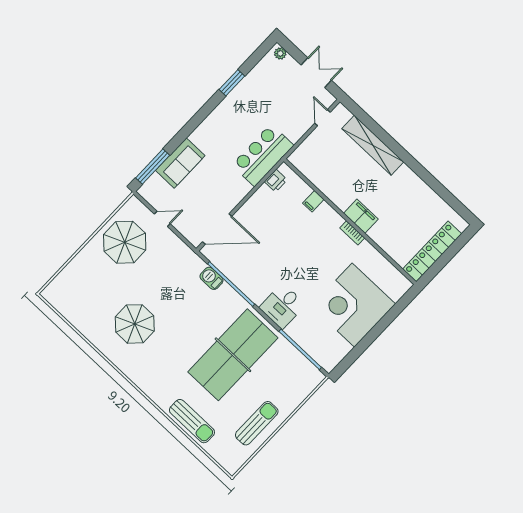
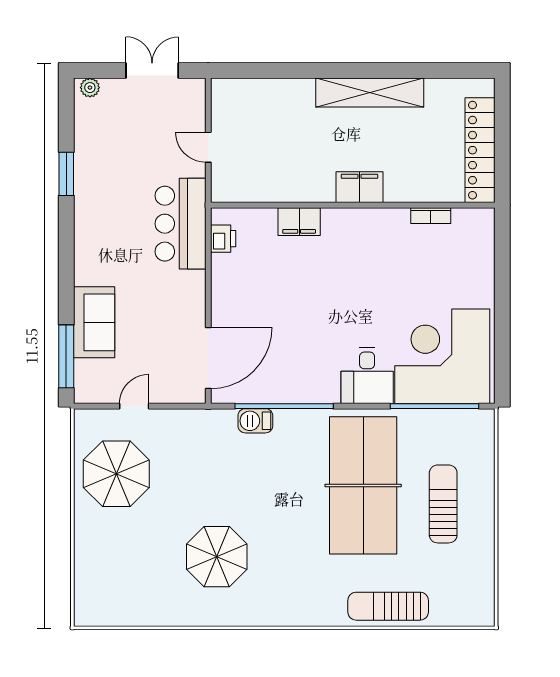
door: (322, 118) -> (208, 147), moved
shelving: (373, 145) -> (370, 92), moved
filing cabinet: (313, 201) -> (299, 222), width x2.00
bookcase: (352, 233) -> (431, 216), moved
corner desk: (353, 305) -> (442, 356), moved, turned 90
sun lounger: (192, 421) -> (388, 606), turned 180
sun lounger: (257, 423) -> (443, 504), moved

